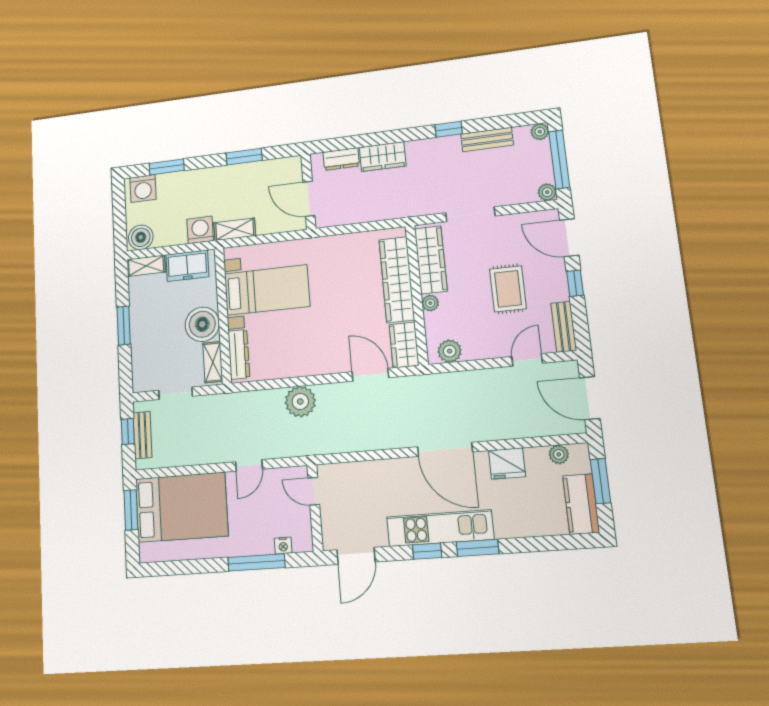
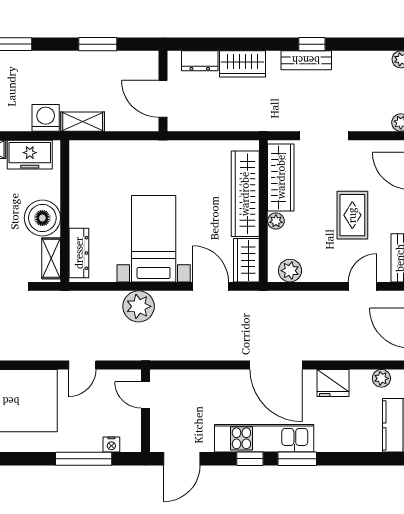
bench: (487, 139) -> (306, 60), moved
bed with nightstands: (267, 290) -> (154, 239), moved, turned -90

